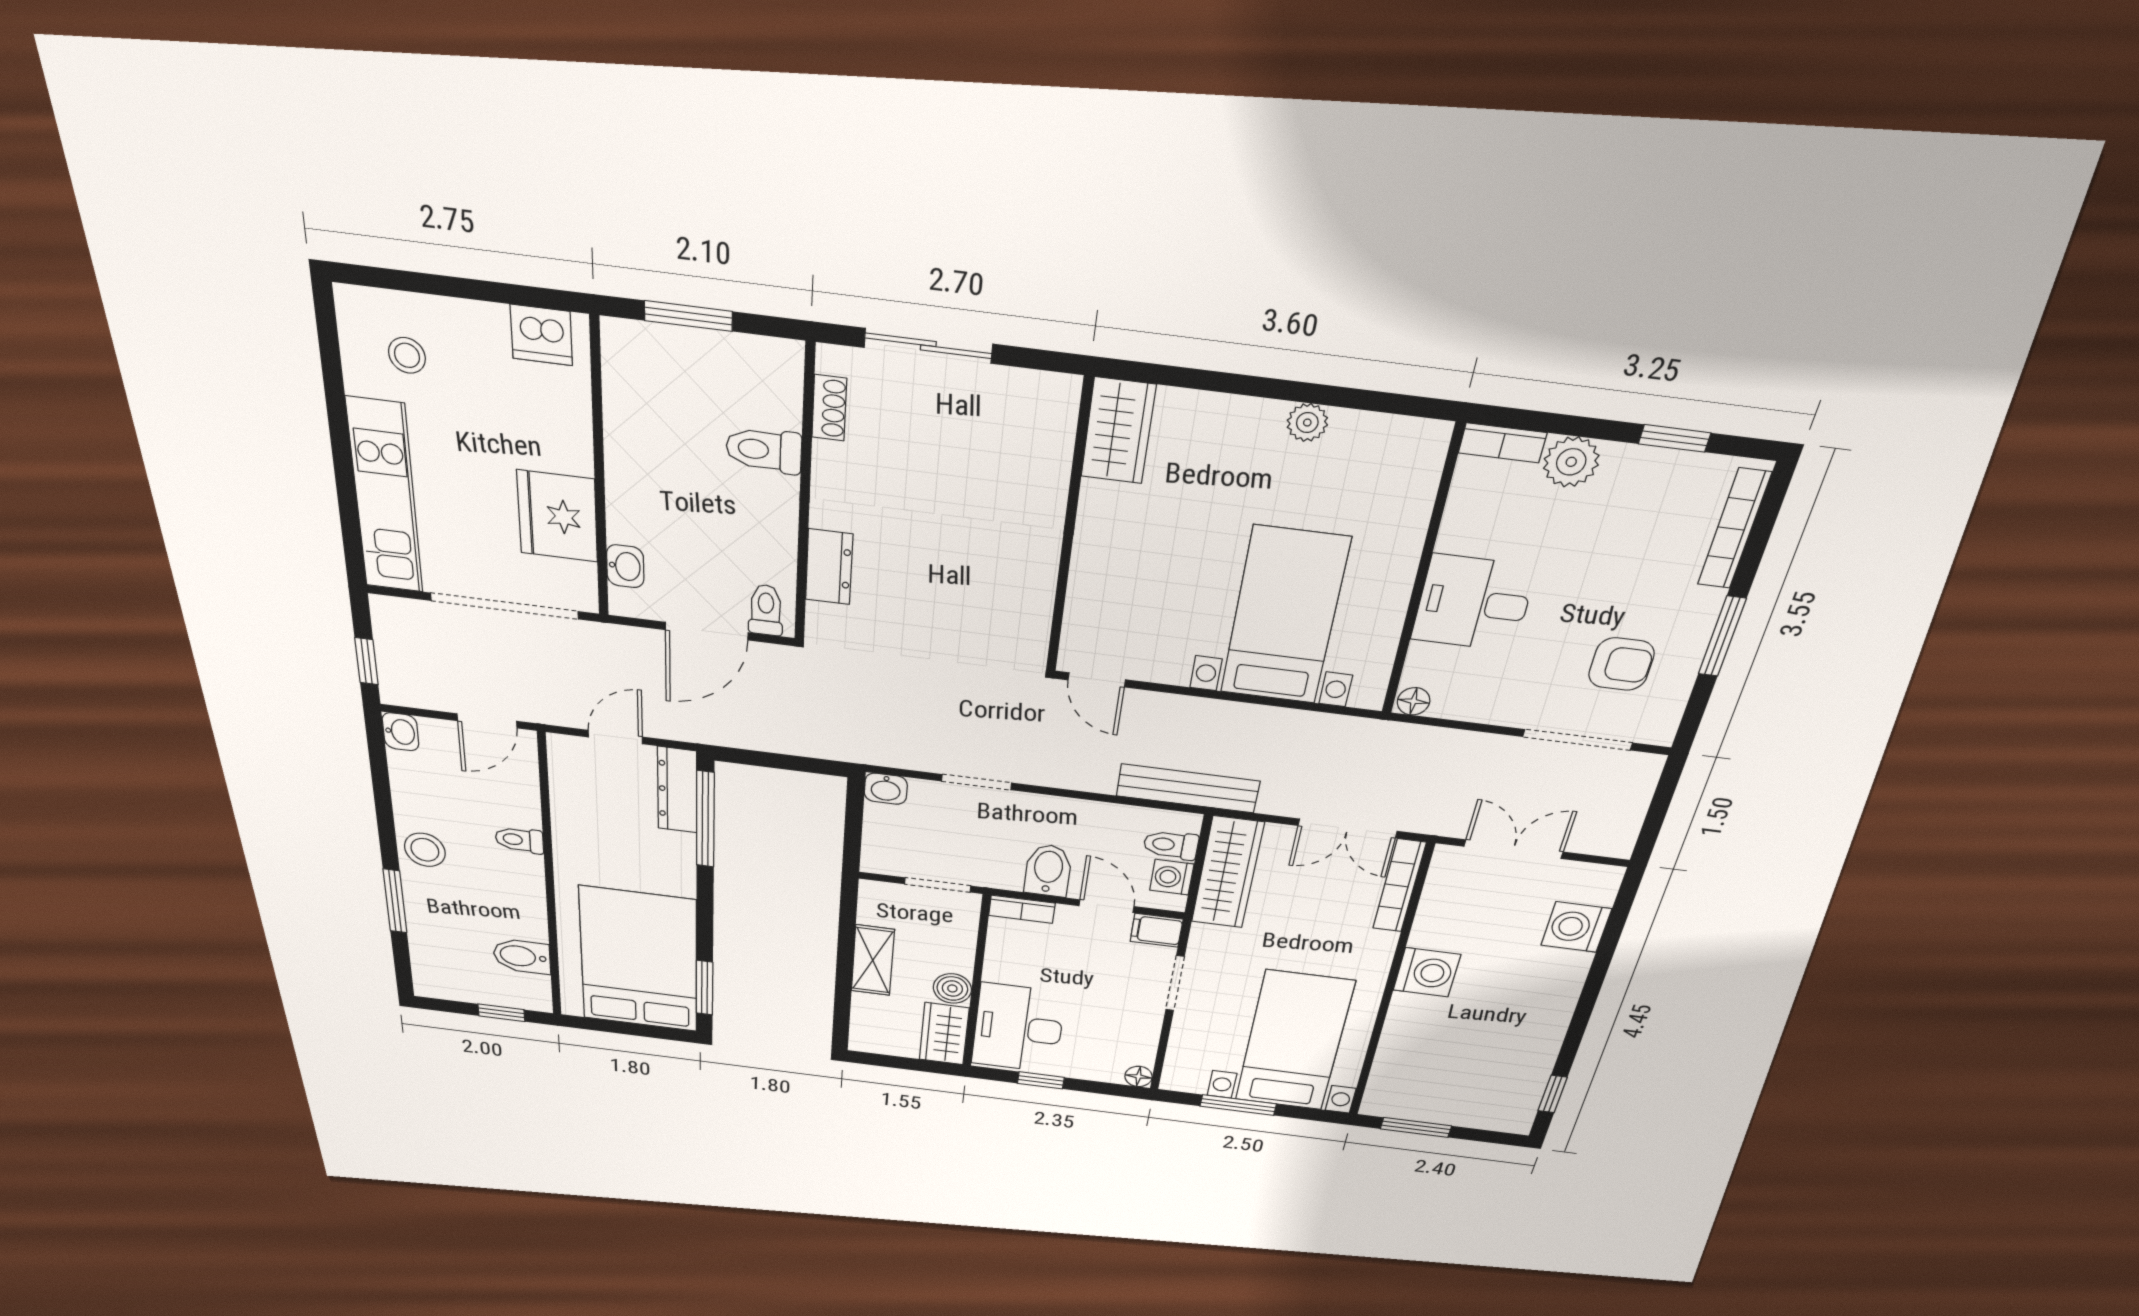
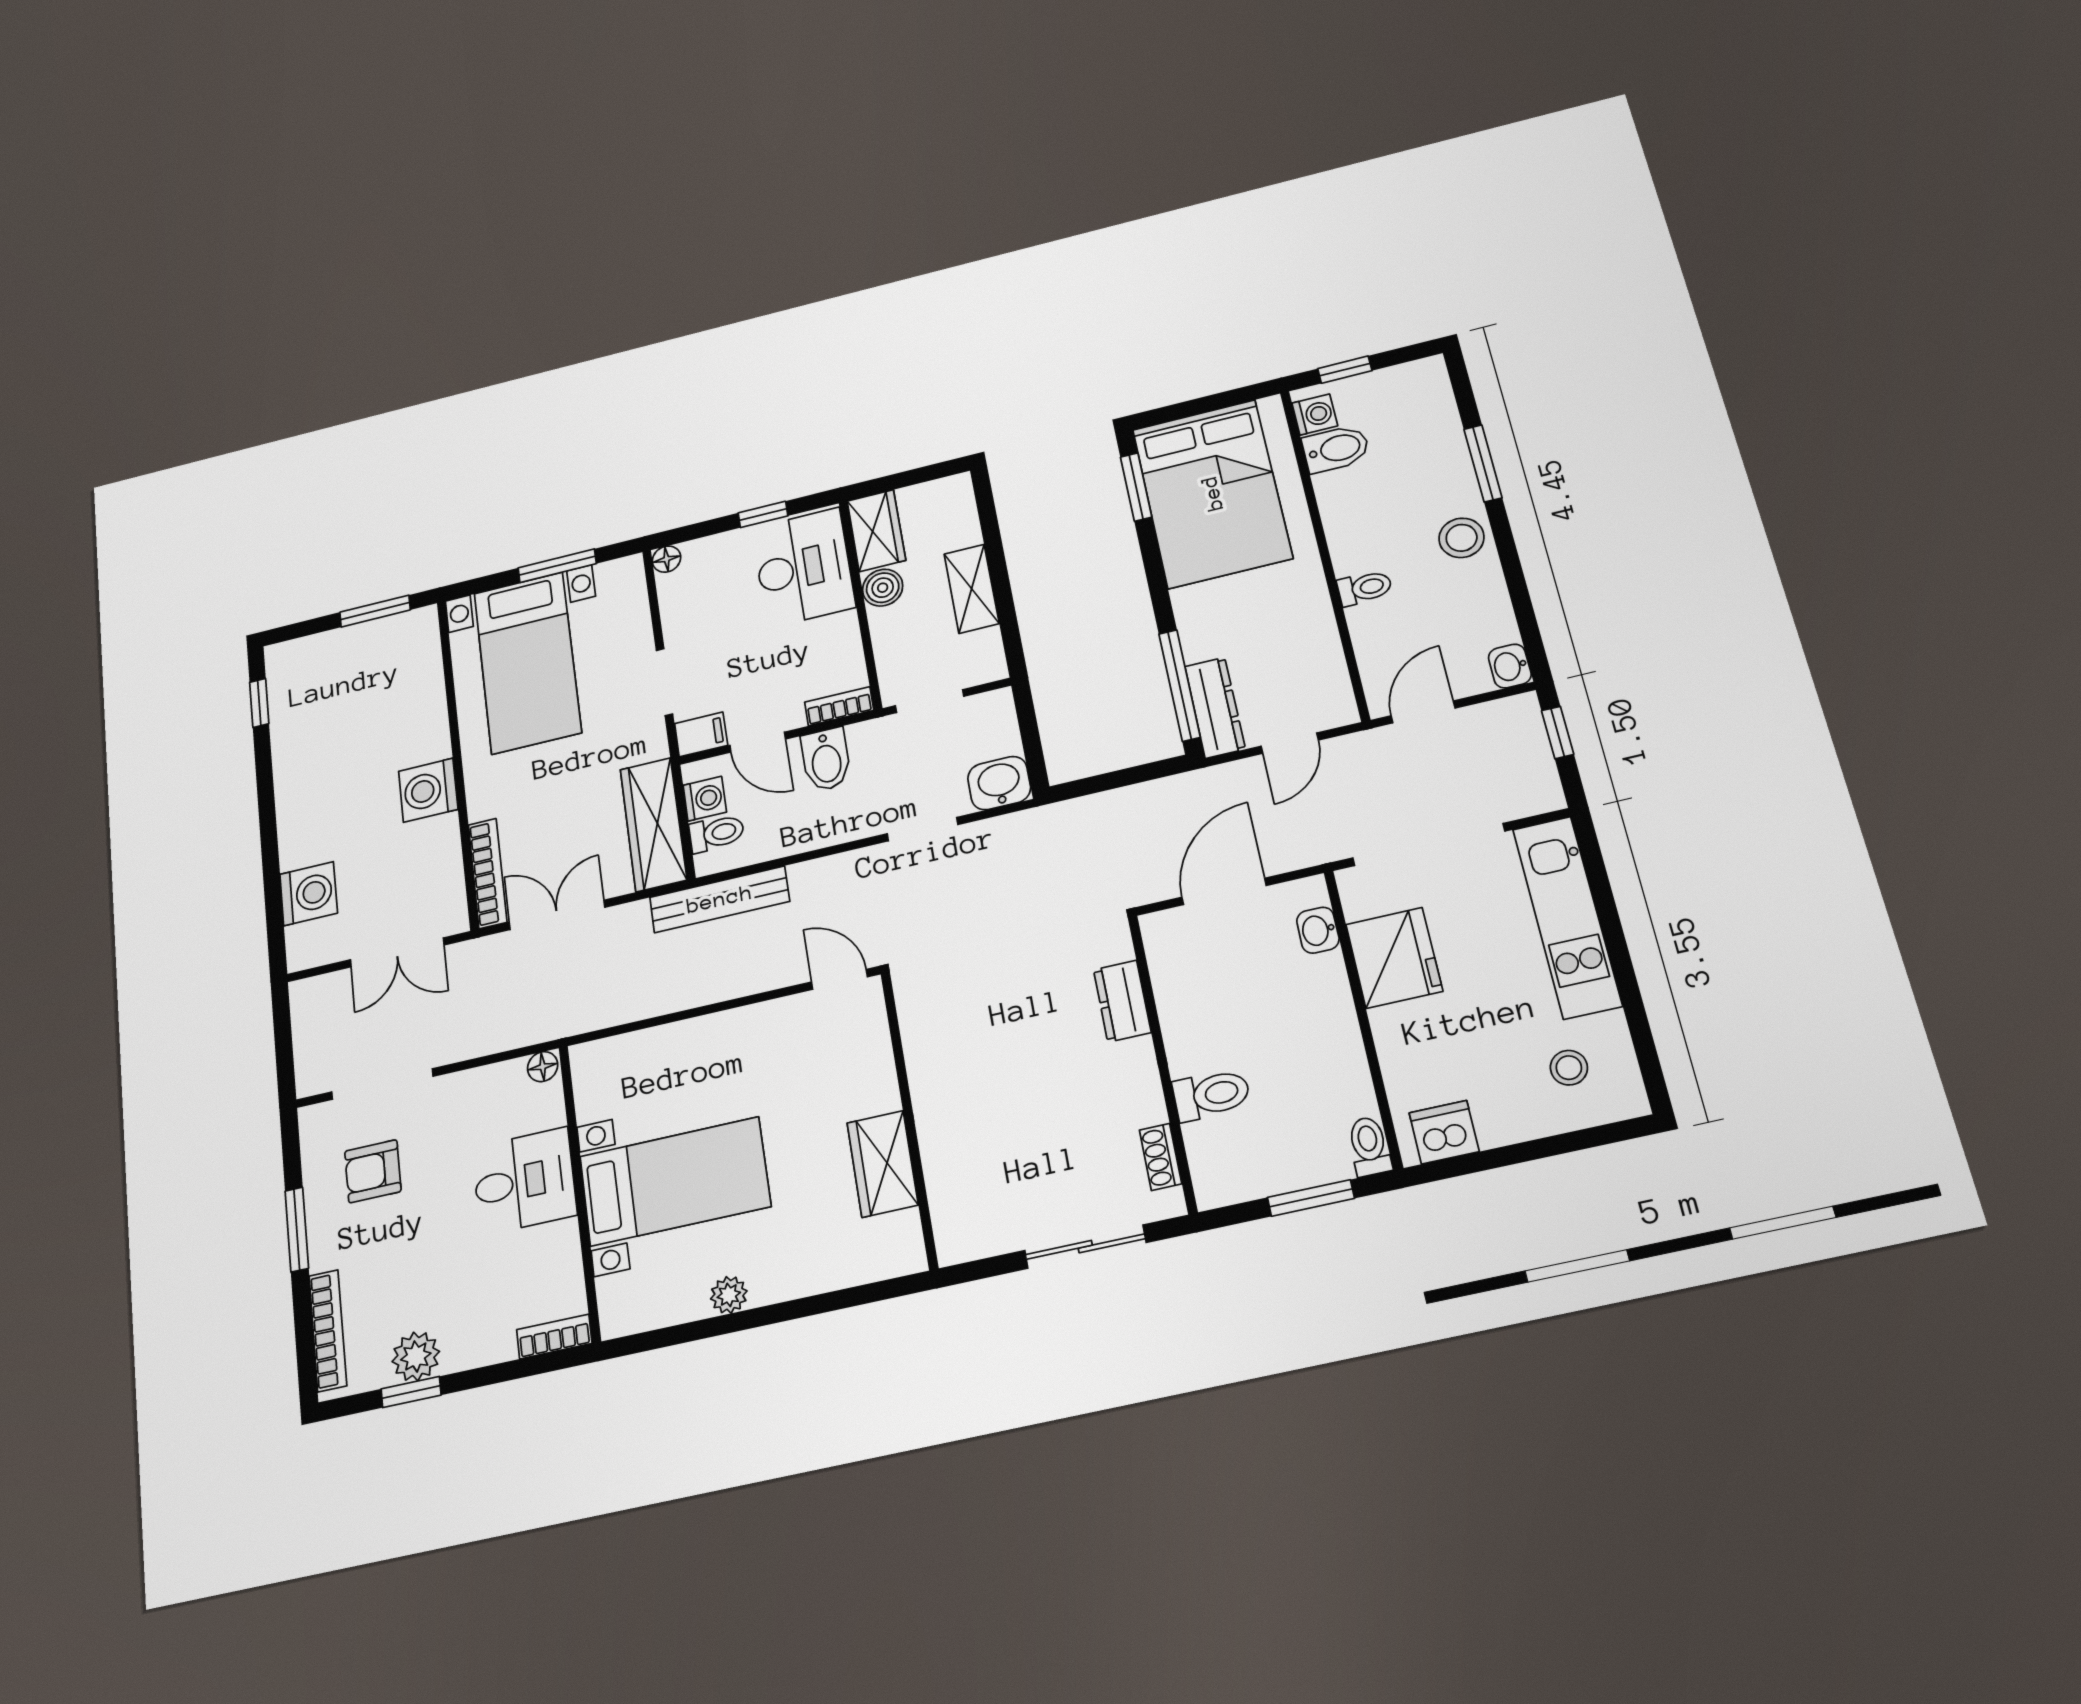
wardrobe: (1118, 431) -> (883, 1164), moved
plant: (1571, 462) -> (416, 1356), moved
toilet: (766, 610) -> (1369, 1146), moved, turned 180
bed with nightstands: (1285, 616) -> (675, 1181), moved, turned -90
washbasin: (886, 789) -> (999, 783), width x1.38, depth x1.45
washing machine: (535, 988) -> (1315, 414), added

